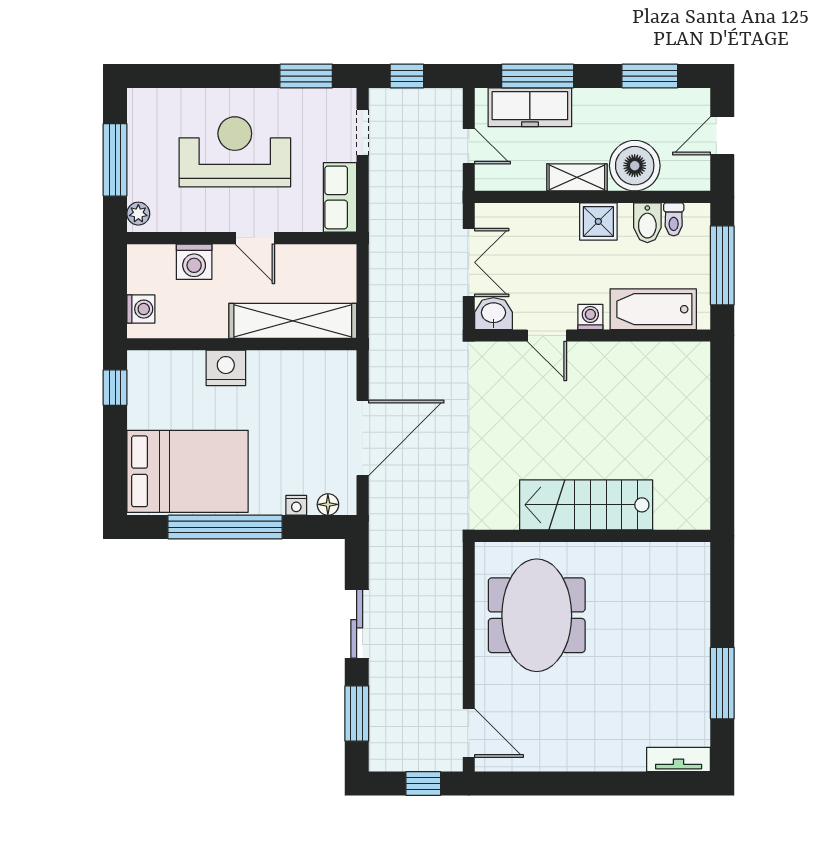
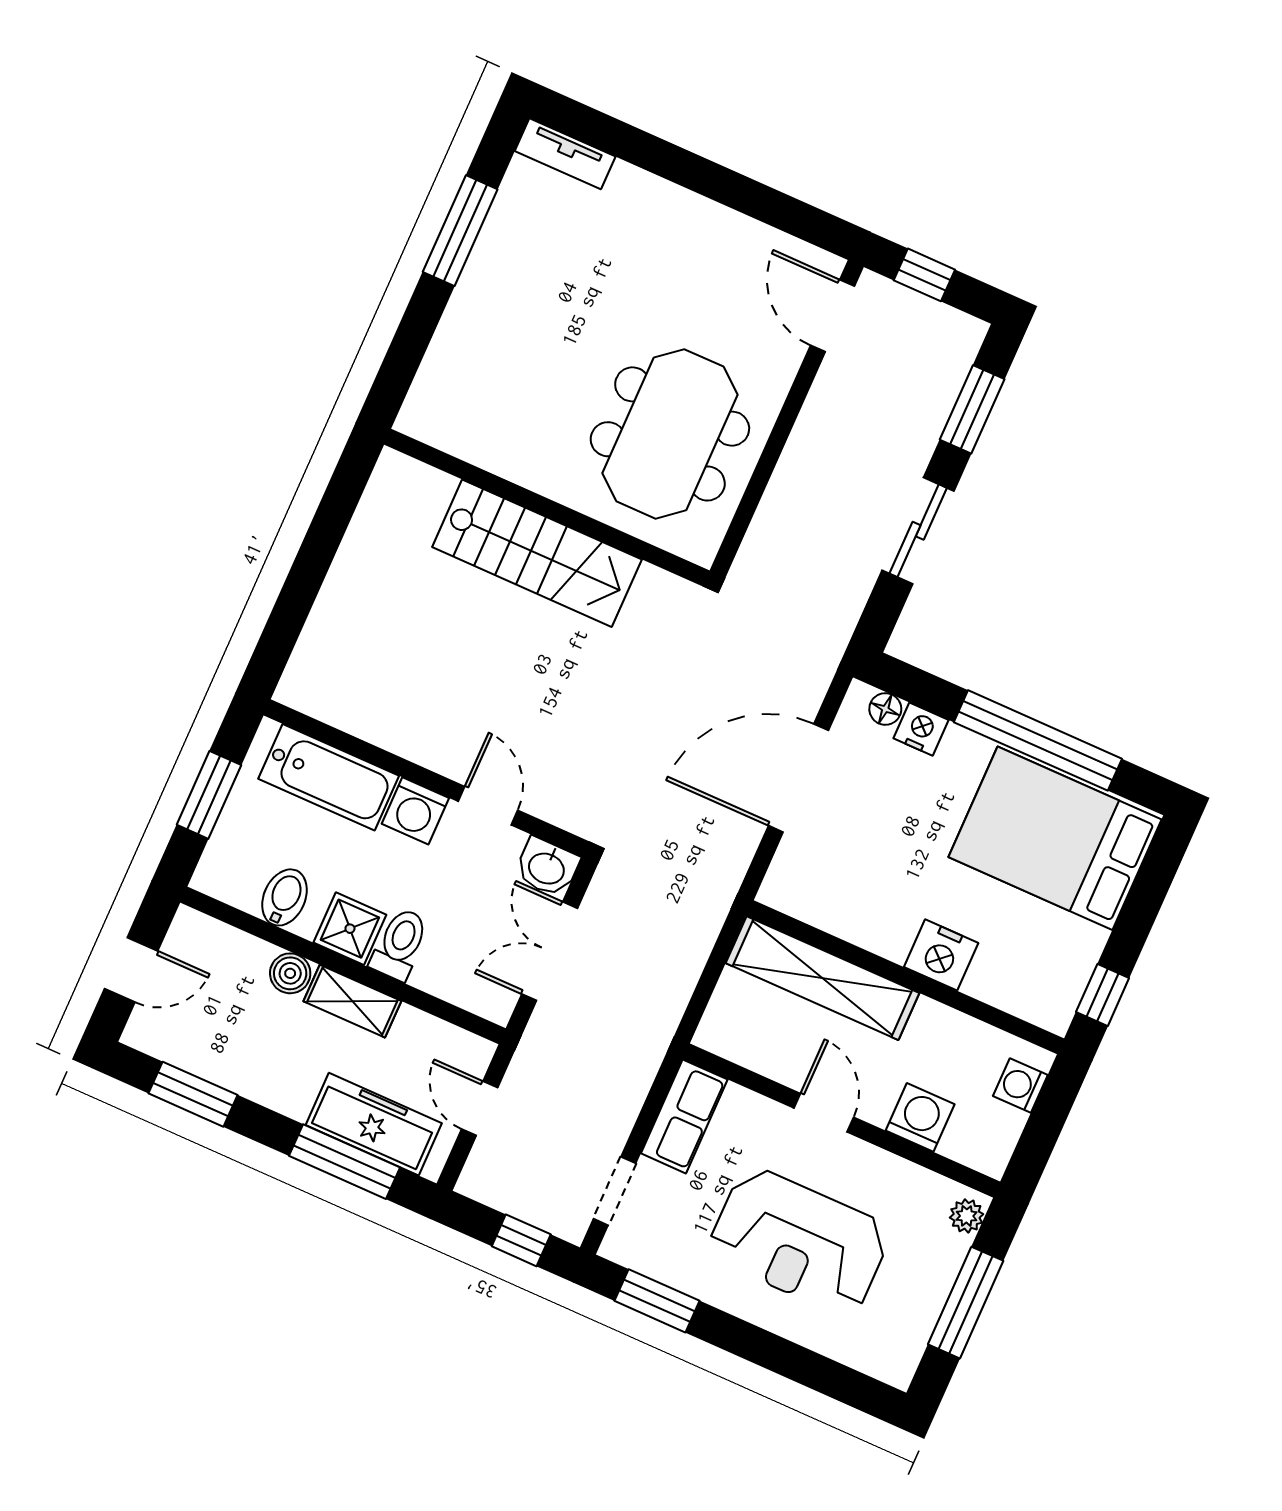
boiler: (635, 166) -> (290, 973), width x0.54, depth x0.54
toilet: (674, 219) -> (400, 944), moved, width x1.37, depth x1.39
window: (722, 265) -> (209, 795), width x0.69
washing machine: (590, 317) -> (415, 811), width x1.38, depth x1.38
nightstand: (296, 505) -> (921, 729), width x1.39, depth x1.35

